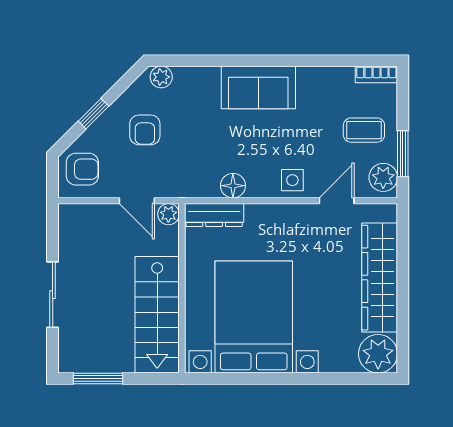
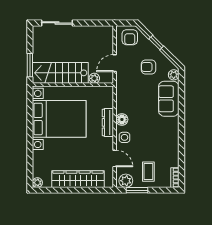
sofa: (258, 87) -> (169, 99), moved
floor lamp: (233, 186) -> (122, 119), moved
plant: (168, 214) -> (94, 78), moved
dresser: (214, 215) -> (108, 122), moved
sliding door: (53, 295) -> (57, 23), moved
plant: (378, 354) -> (37, 183), width x0.53, depth x0.53
window: (98, 379) -> (30, 65), moved

